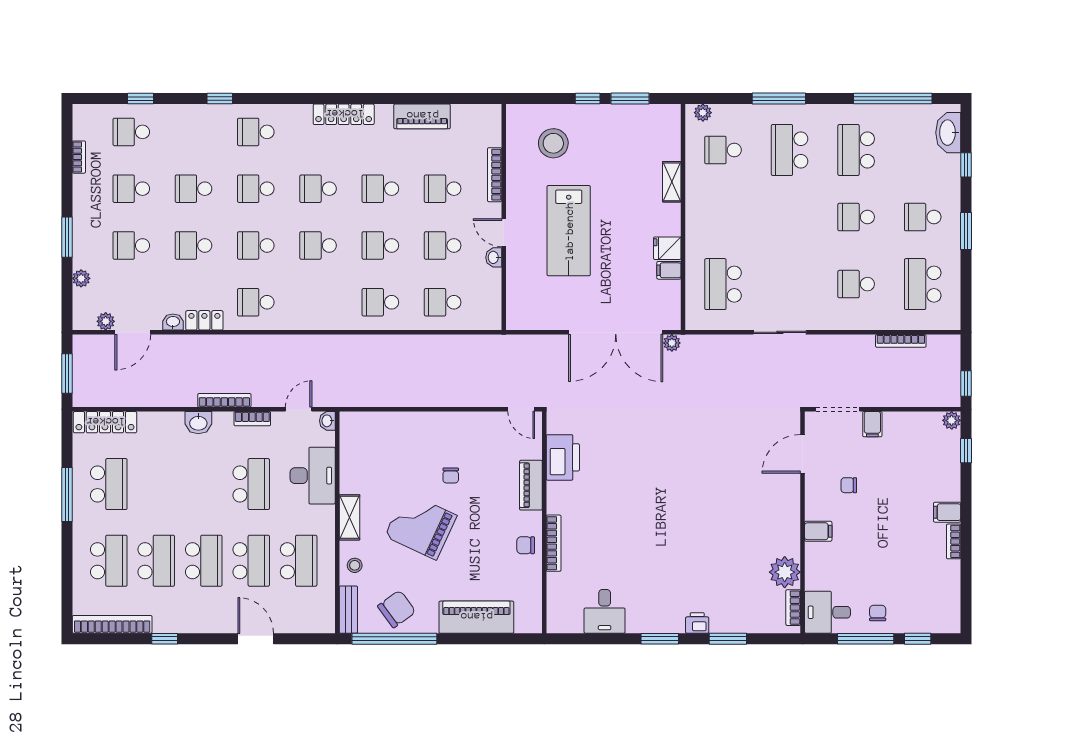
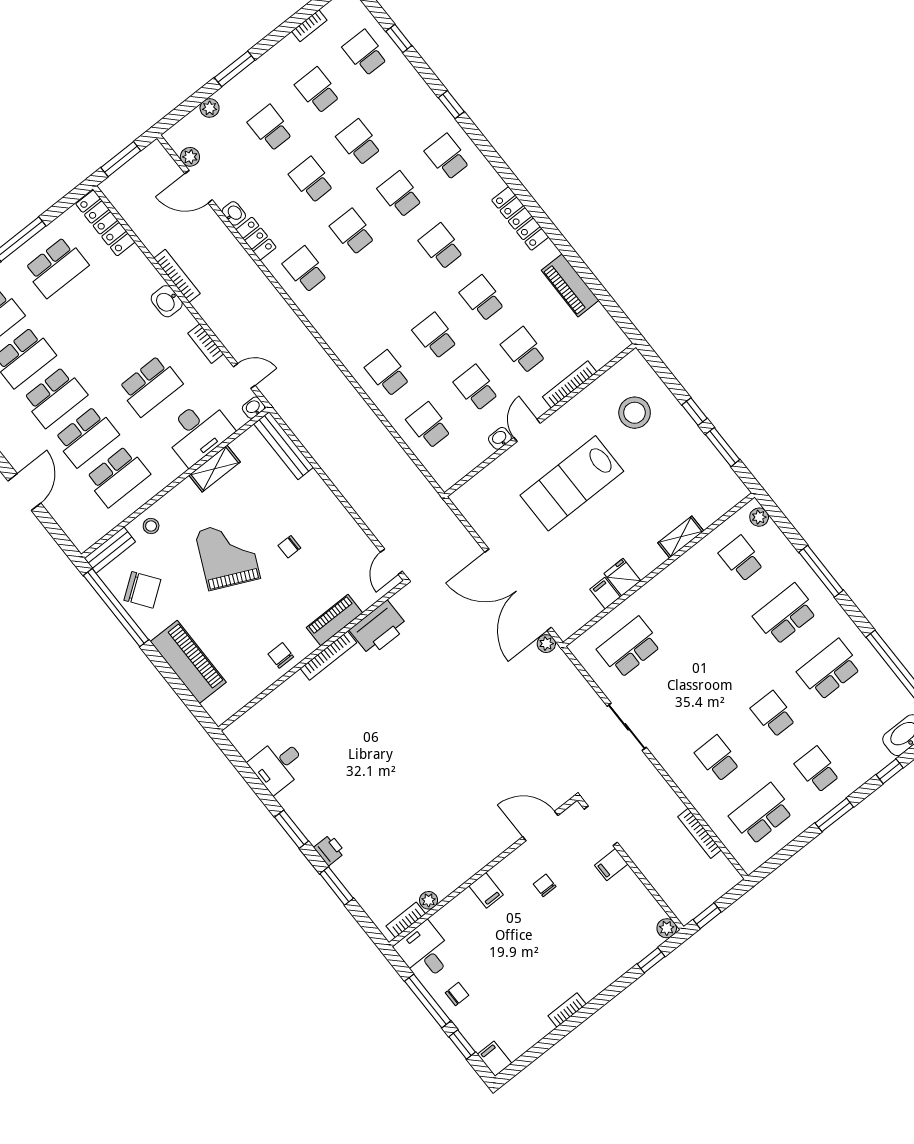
school desk: (318, 245) -> (394, 284), removed
bookcase: (224, 400) -> (177, 276), moved
bench: (373, 421) -> (284, 446), added
filing cabinet: (947, 512) -> (494, 1059), moved
shelving: (350, 517) -> (215, 469), moved
bookcase: (554, 543) -> (329, 656), moved
plant: (785, 572) -> (429, 900), width x0.53, depth x0.53

